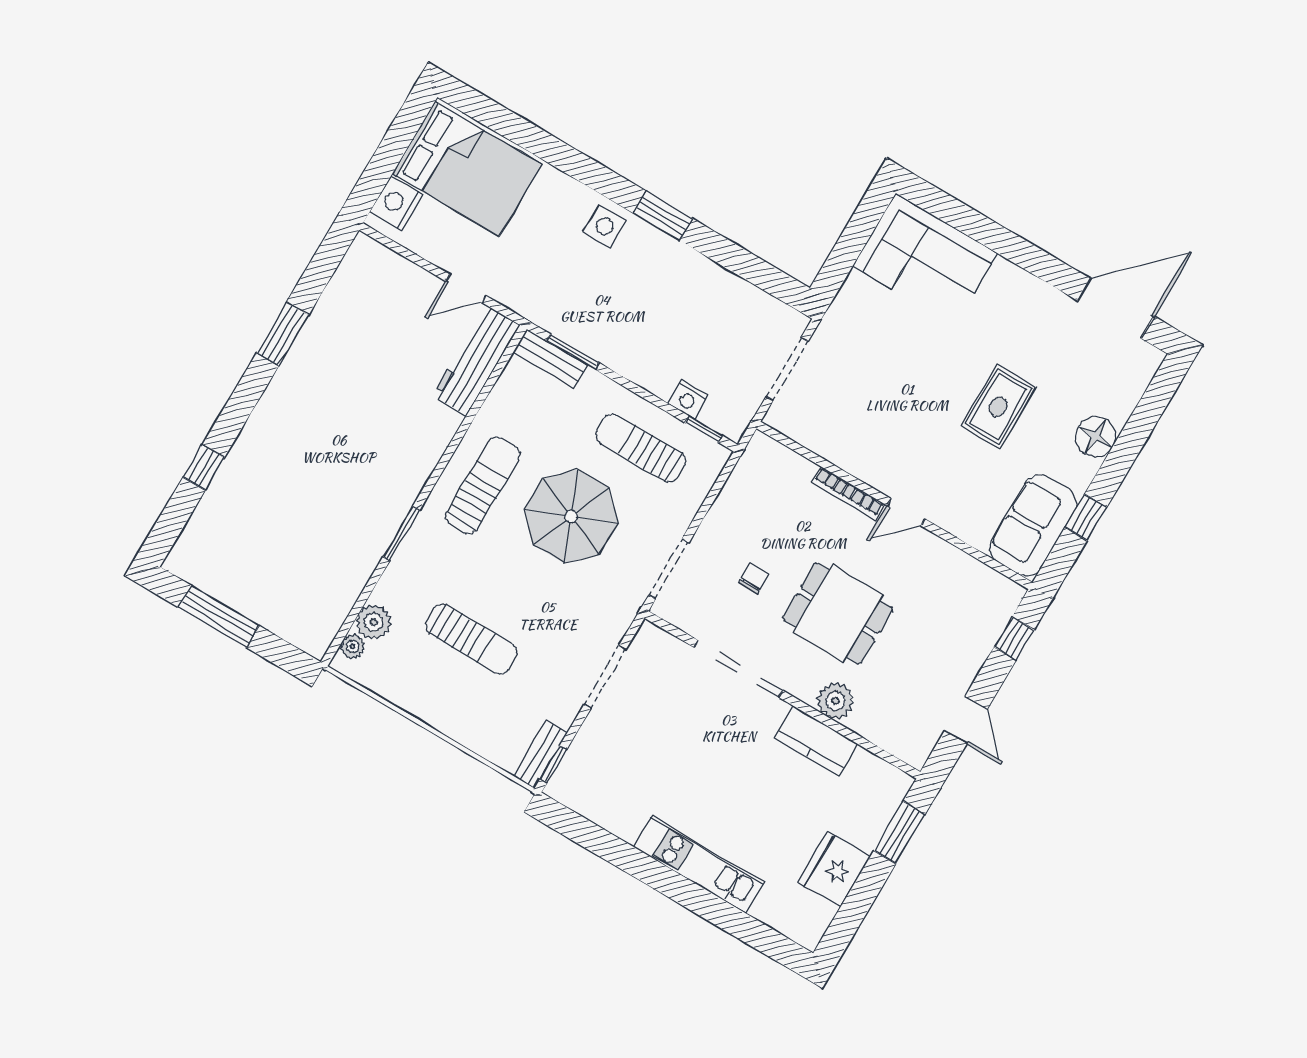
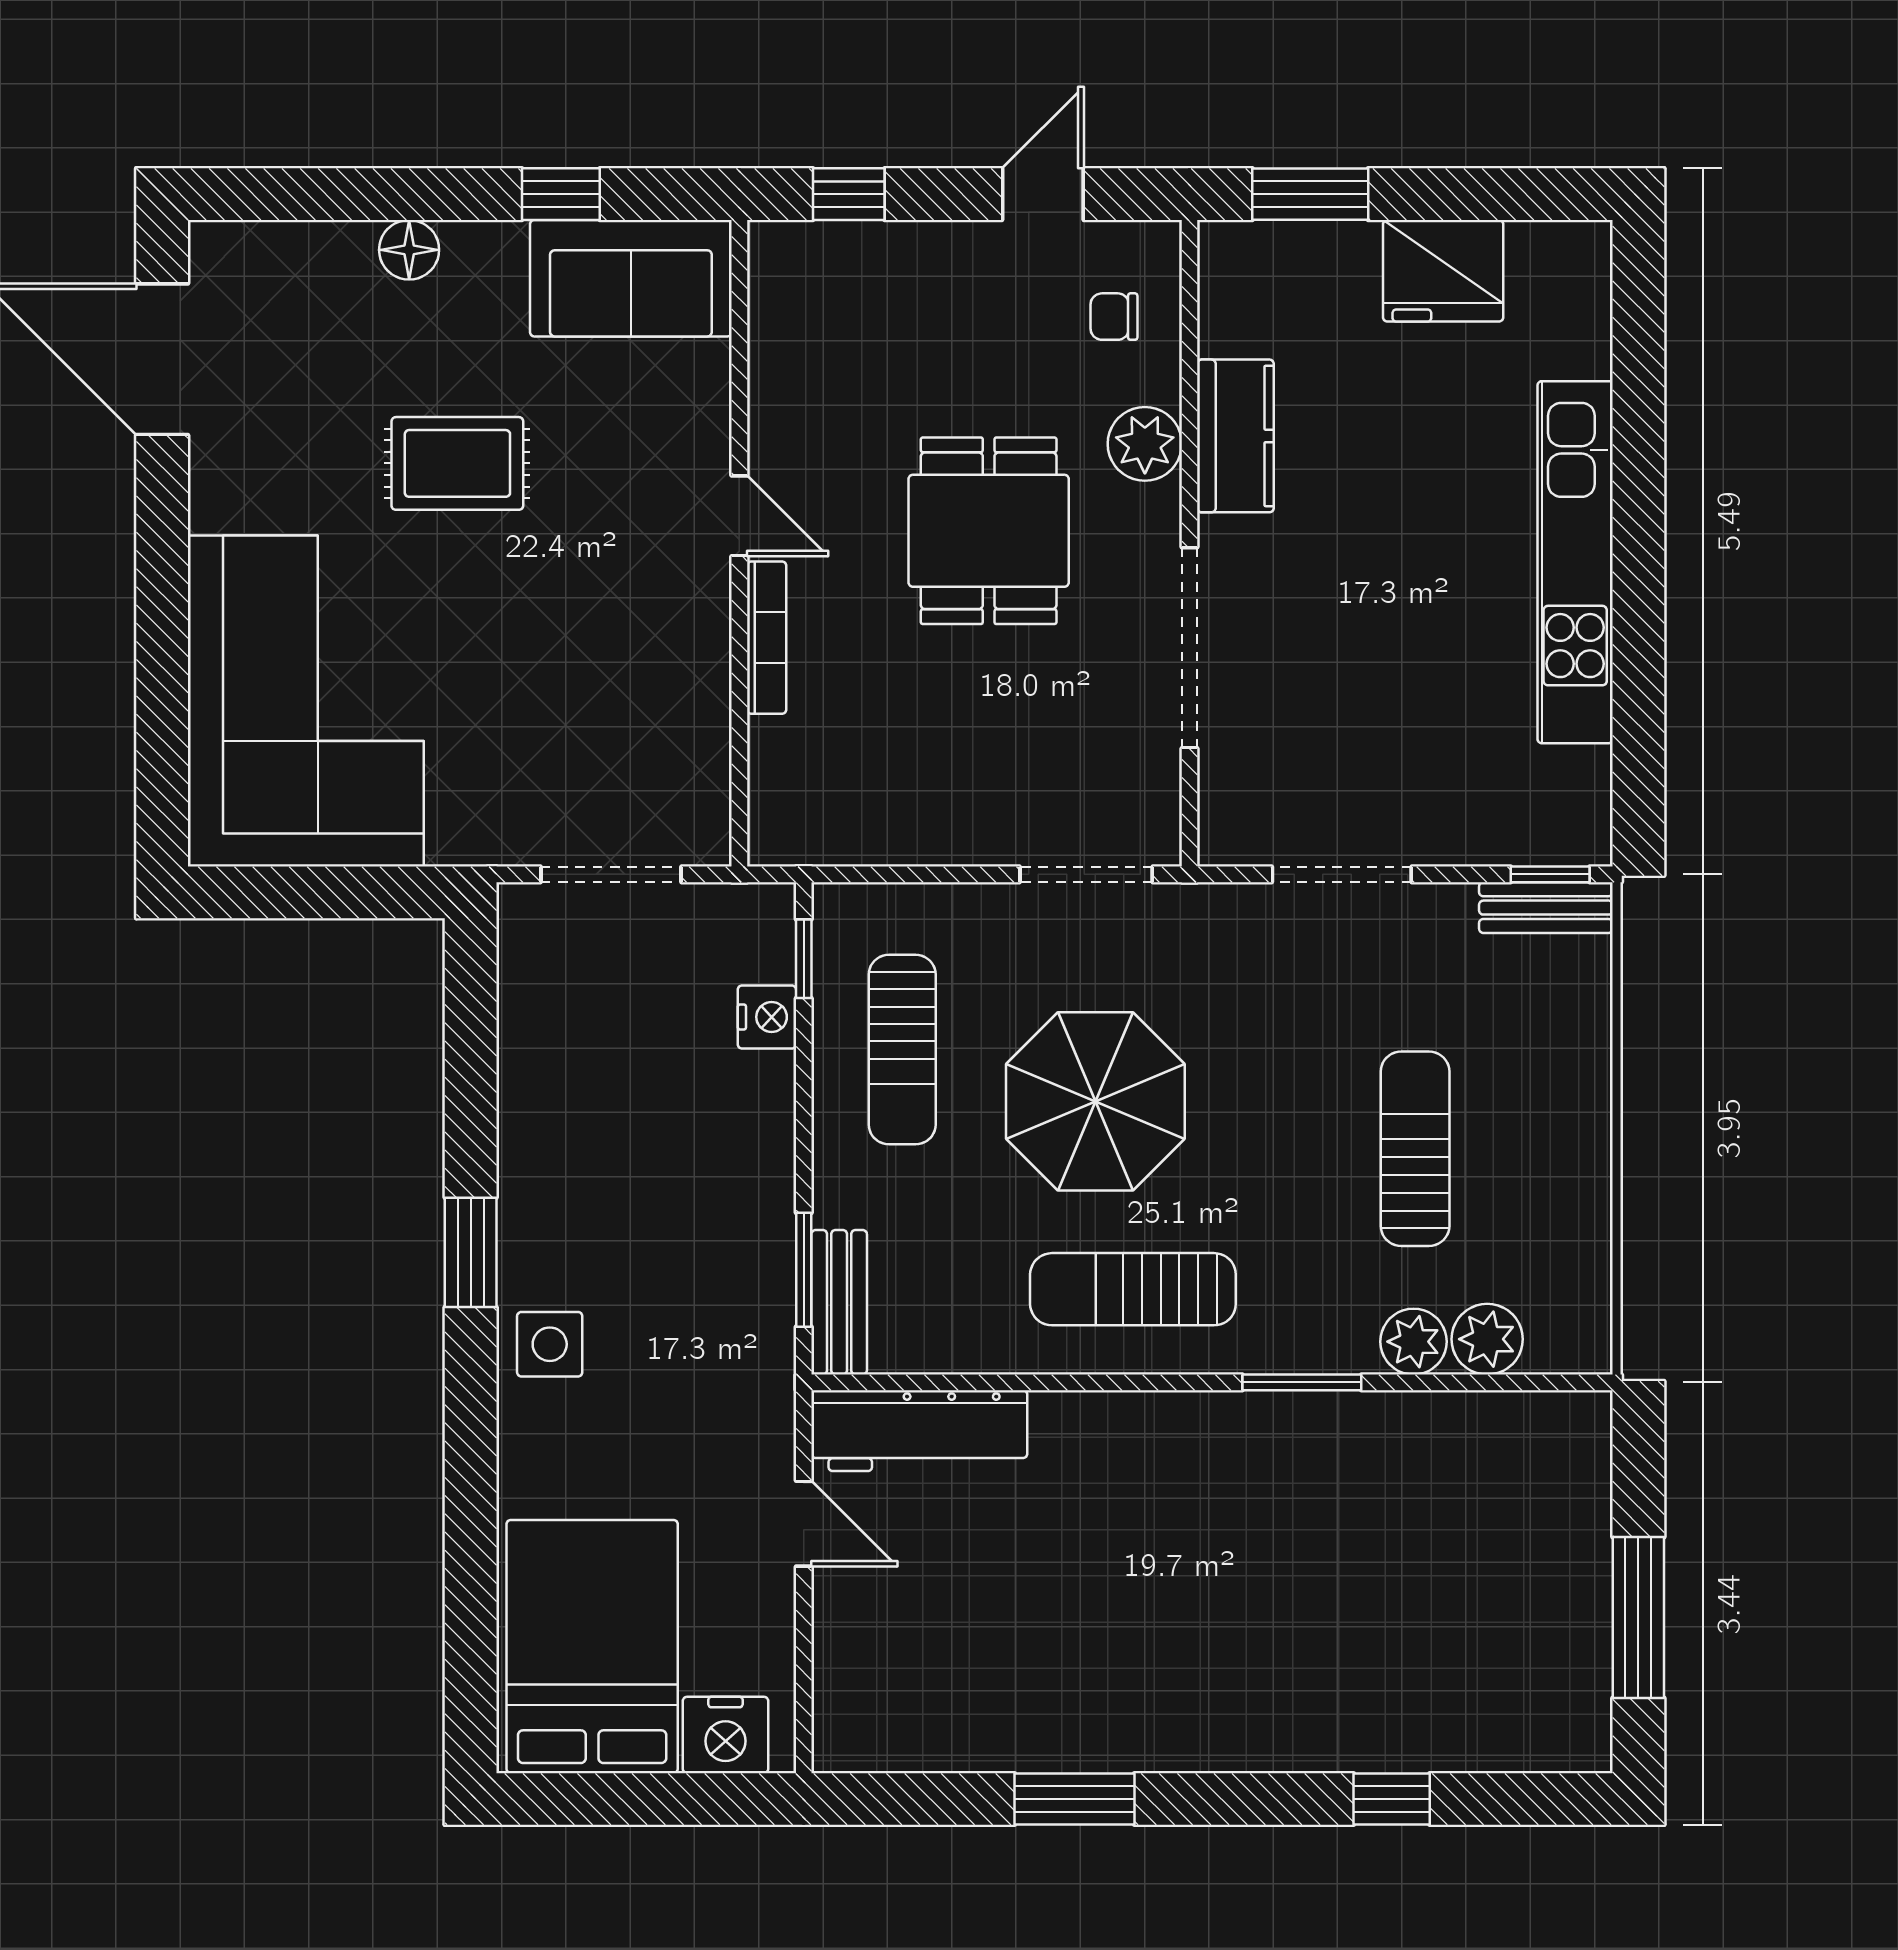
corner sofa: (925, 260) -> (306, 701), width x1.36, depth x1.36
floor lamp: (1096, 437) -> (409, 250), width x0.73, depth x0.73
chair: (754, 579) -> (1114, 317), moved
plant: (353, 646) -> (1414, 1342), moved, width x1.38, depth x1.38
kitchen unit: (699, 865) -> (1575, 562), width x1.36

